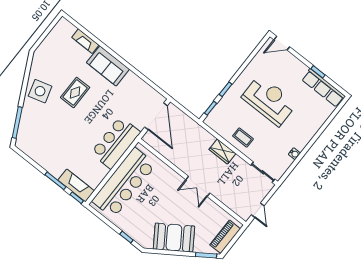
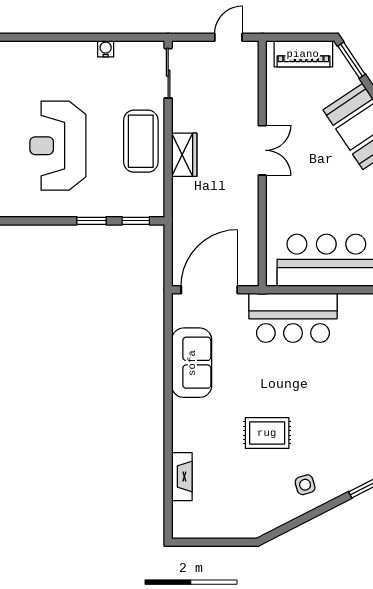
sofa: (108, 66) -> (192, 363), moved
side table: (40, 91) -> (305, 485), width x0.54, depth x0.54
coffee table: (243, 137) -> (141, 141), width x1.86, depth x1.72

